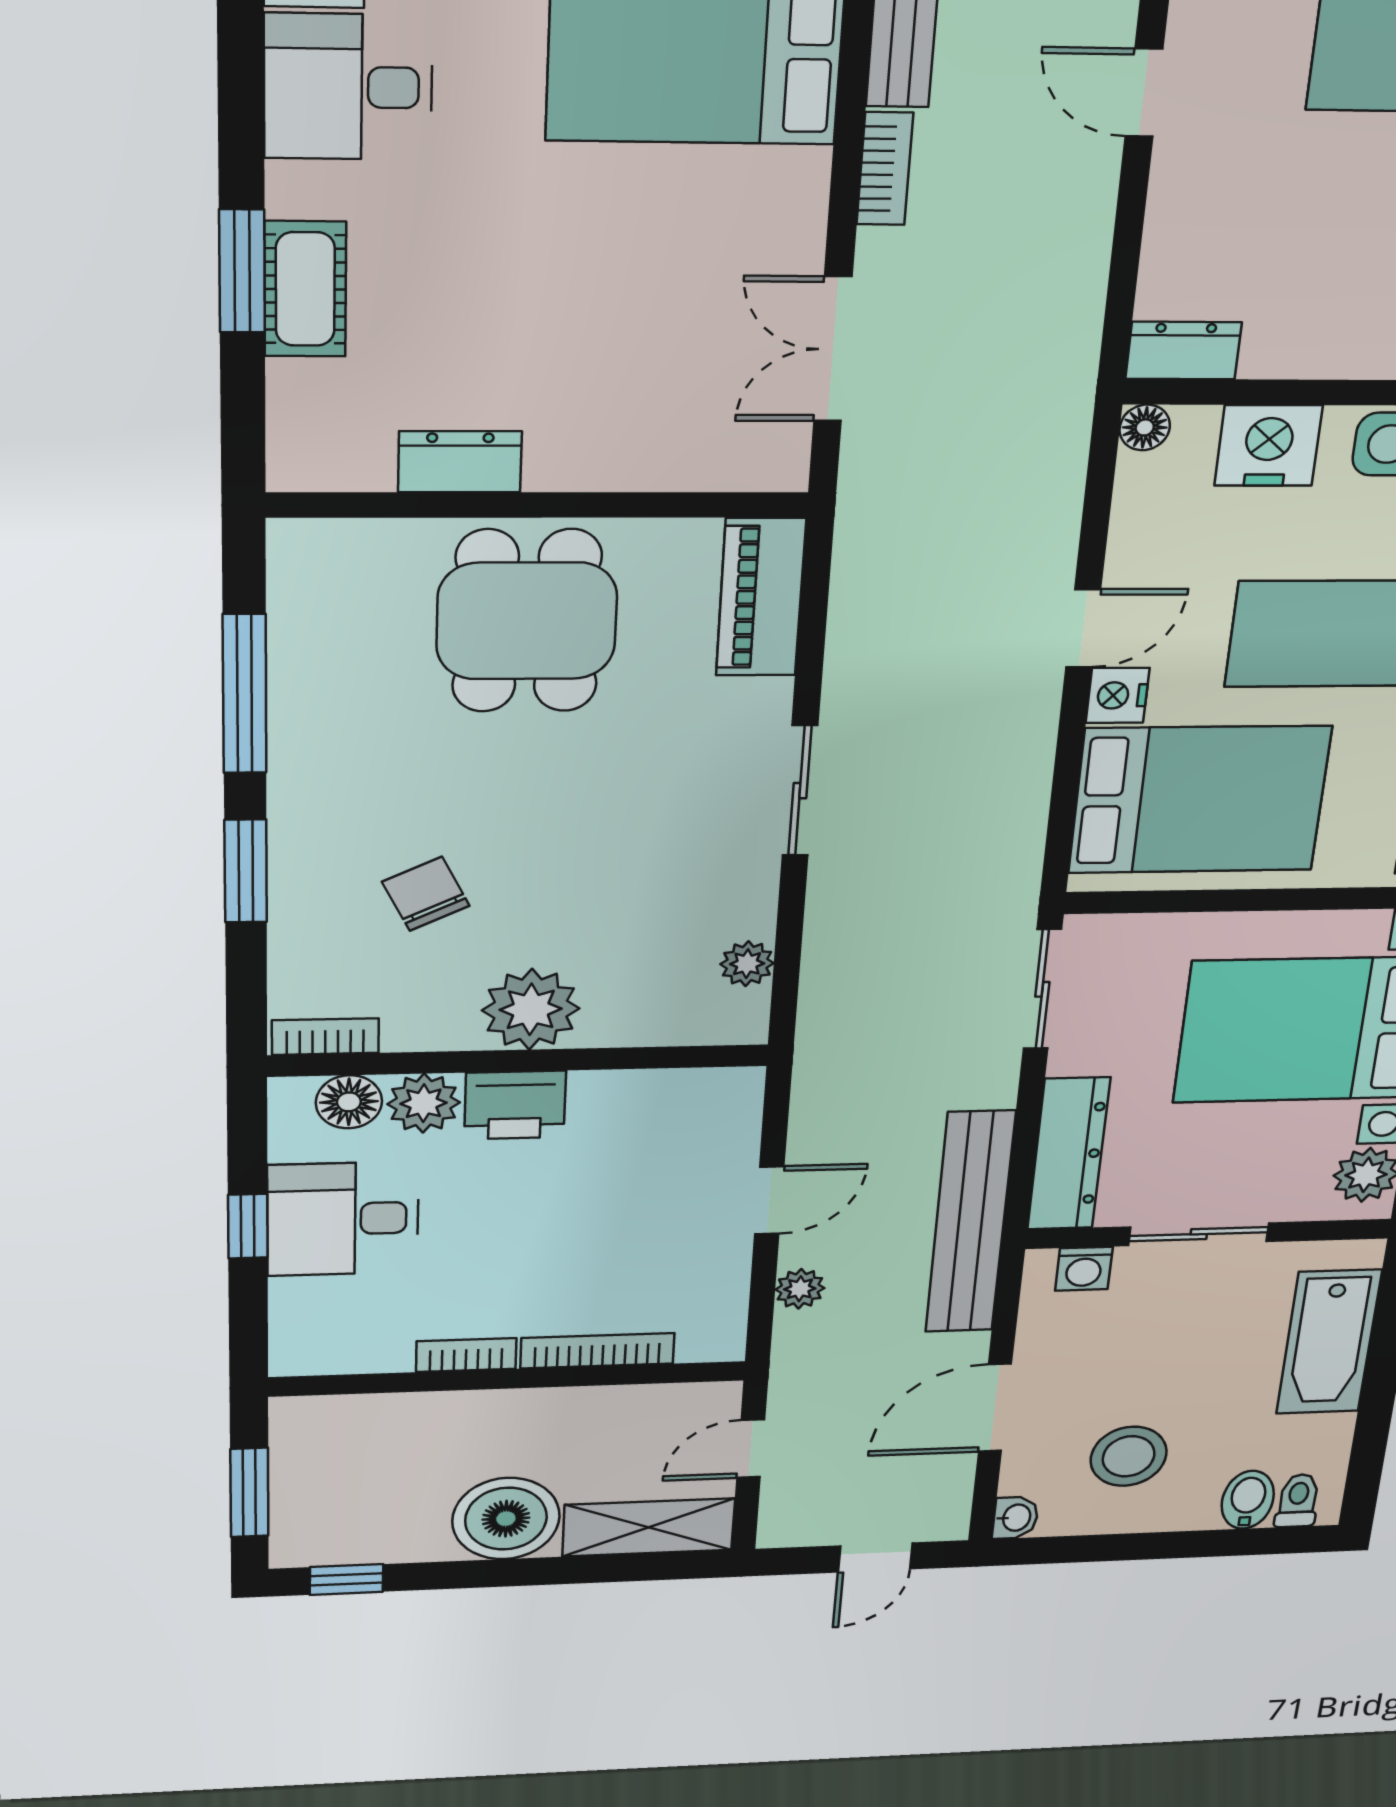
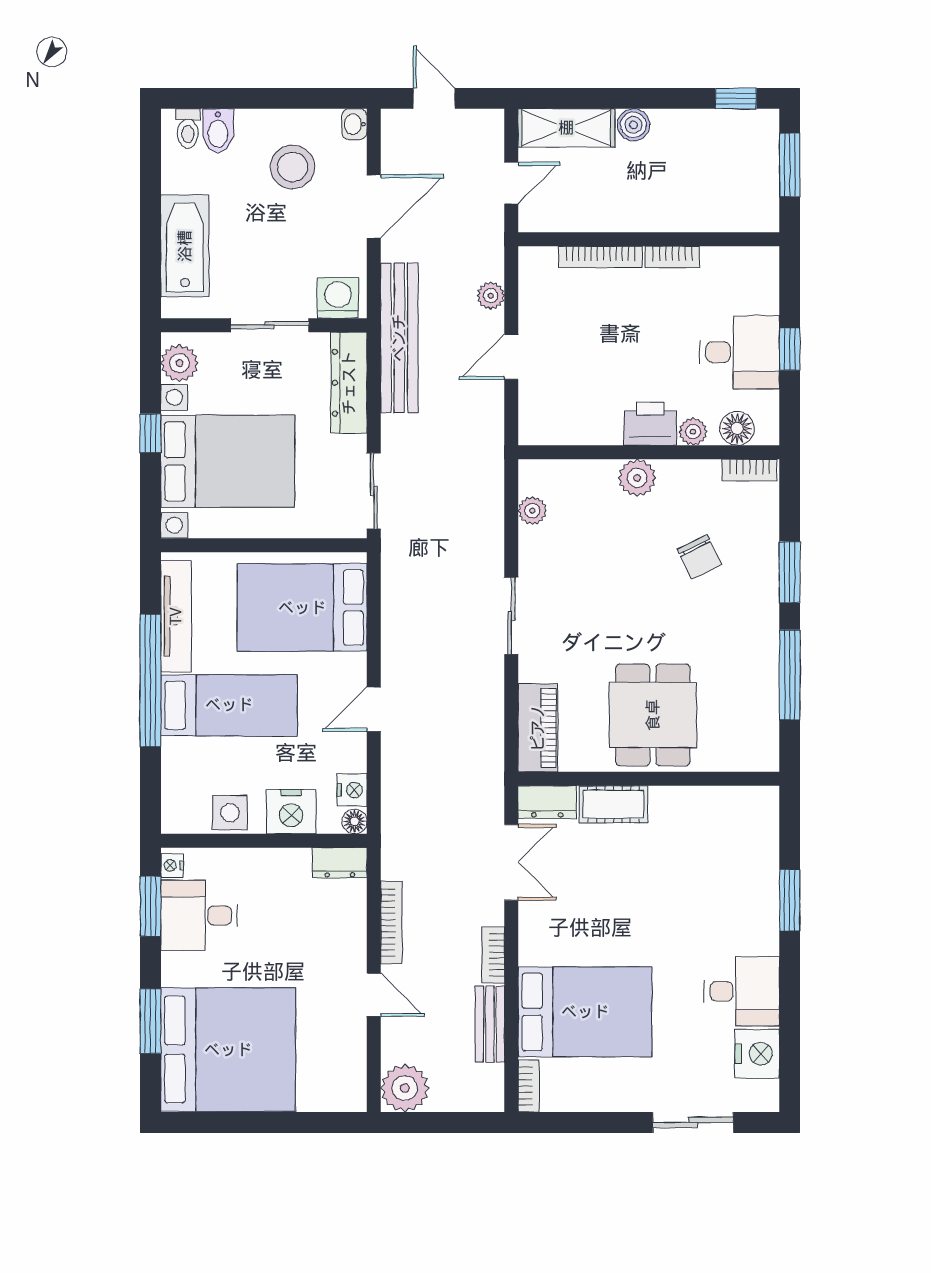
bookcase: (1092, 235) -> (391, 923), added
cot: (305, 289) -> (613, 804), moved, turned 90
dresser: (460, 462) -> (547, 802), moved
nightstand: (1118, 695) -> (352, 790), moved
plant: (531, 1009) -> (637, 478), width x0.73, depth x0.73
plant: (424, 1103) -> (693, 432), width x0.73, depth x0.73
washing machine: (1084, 1269) -> (338, 298), width x1.38, depth x1.38
boiler: (506, 1519) -> (633, 125), width x0.54, depth x0.54
door: (875, 1557) -> (434, 98), hinge flipped

